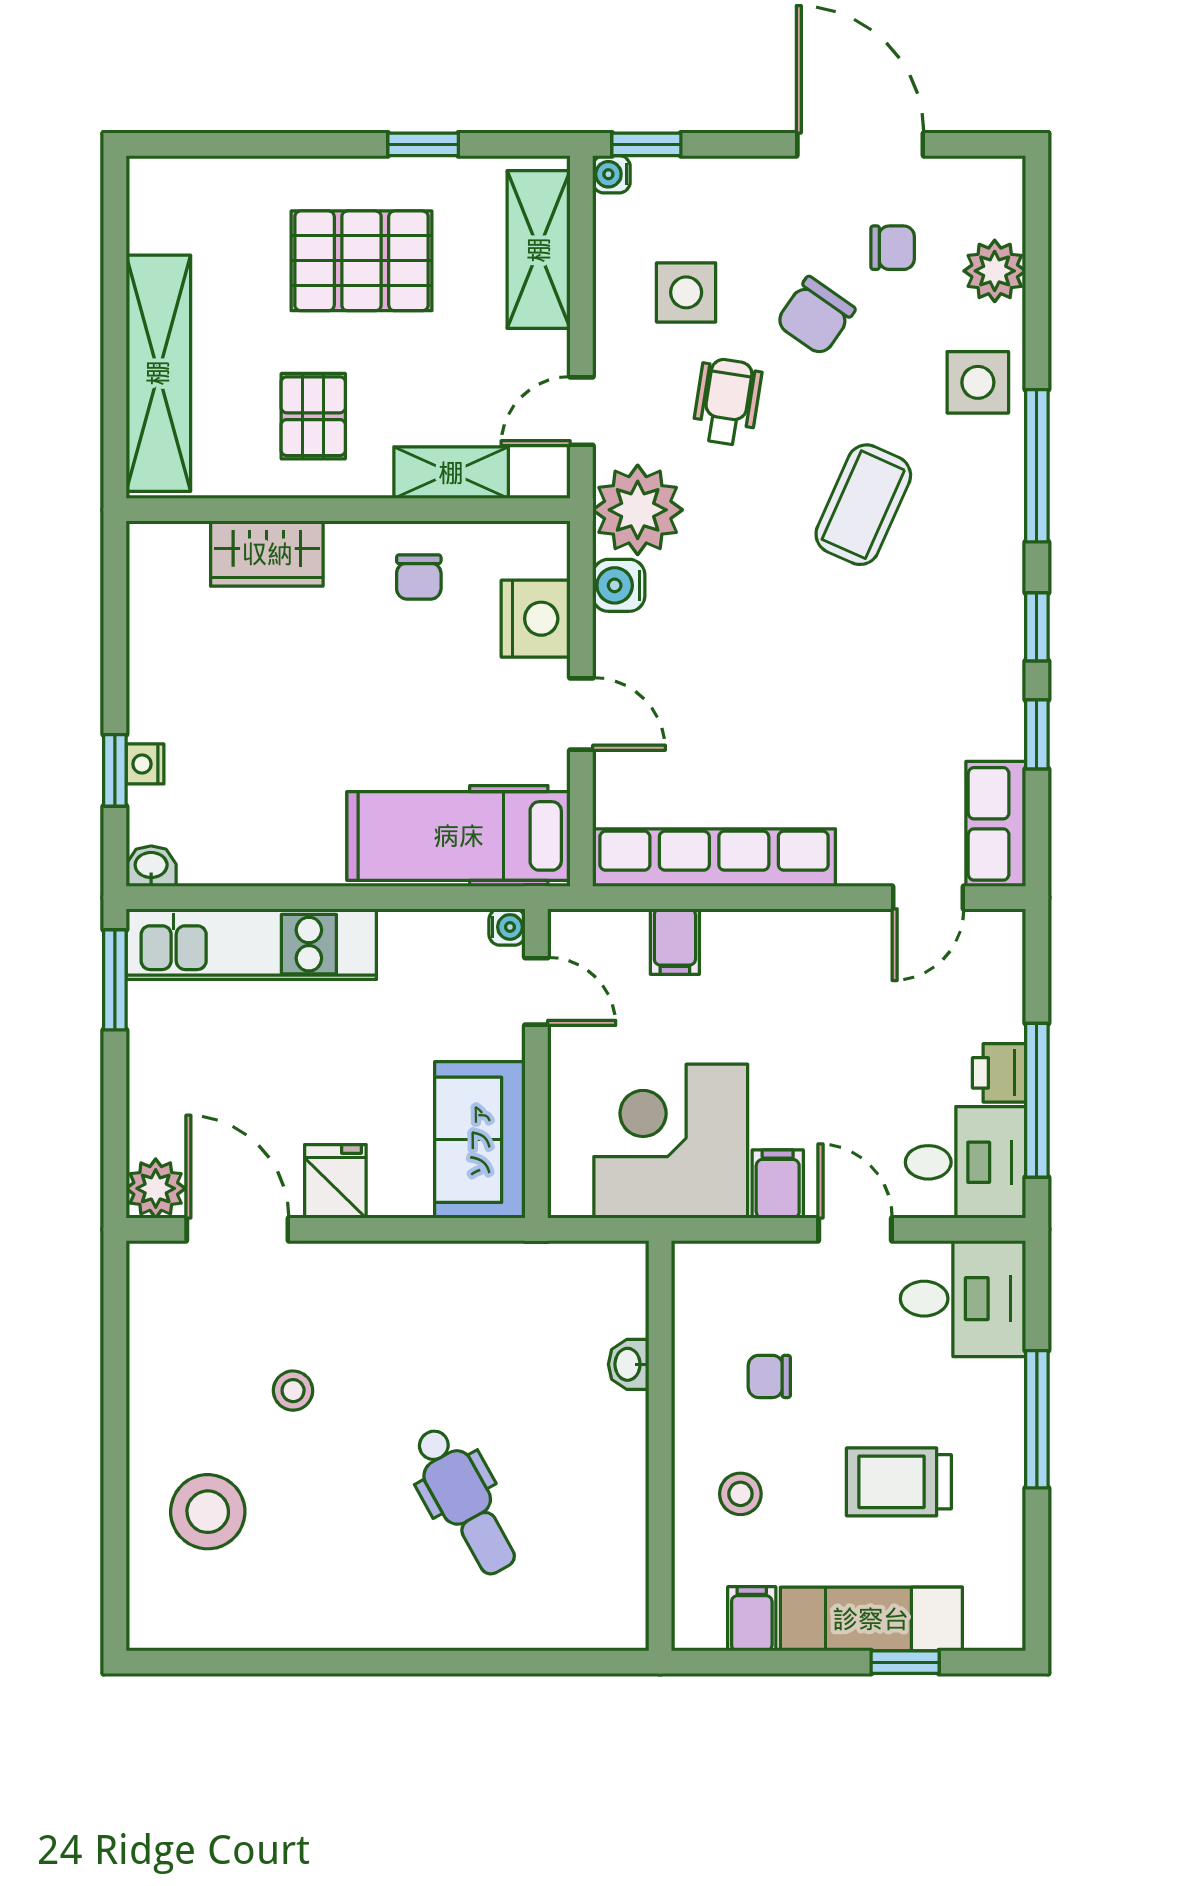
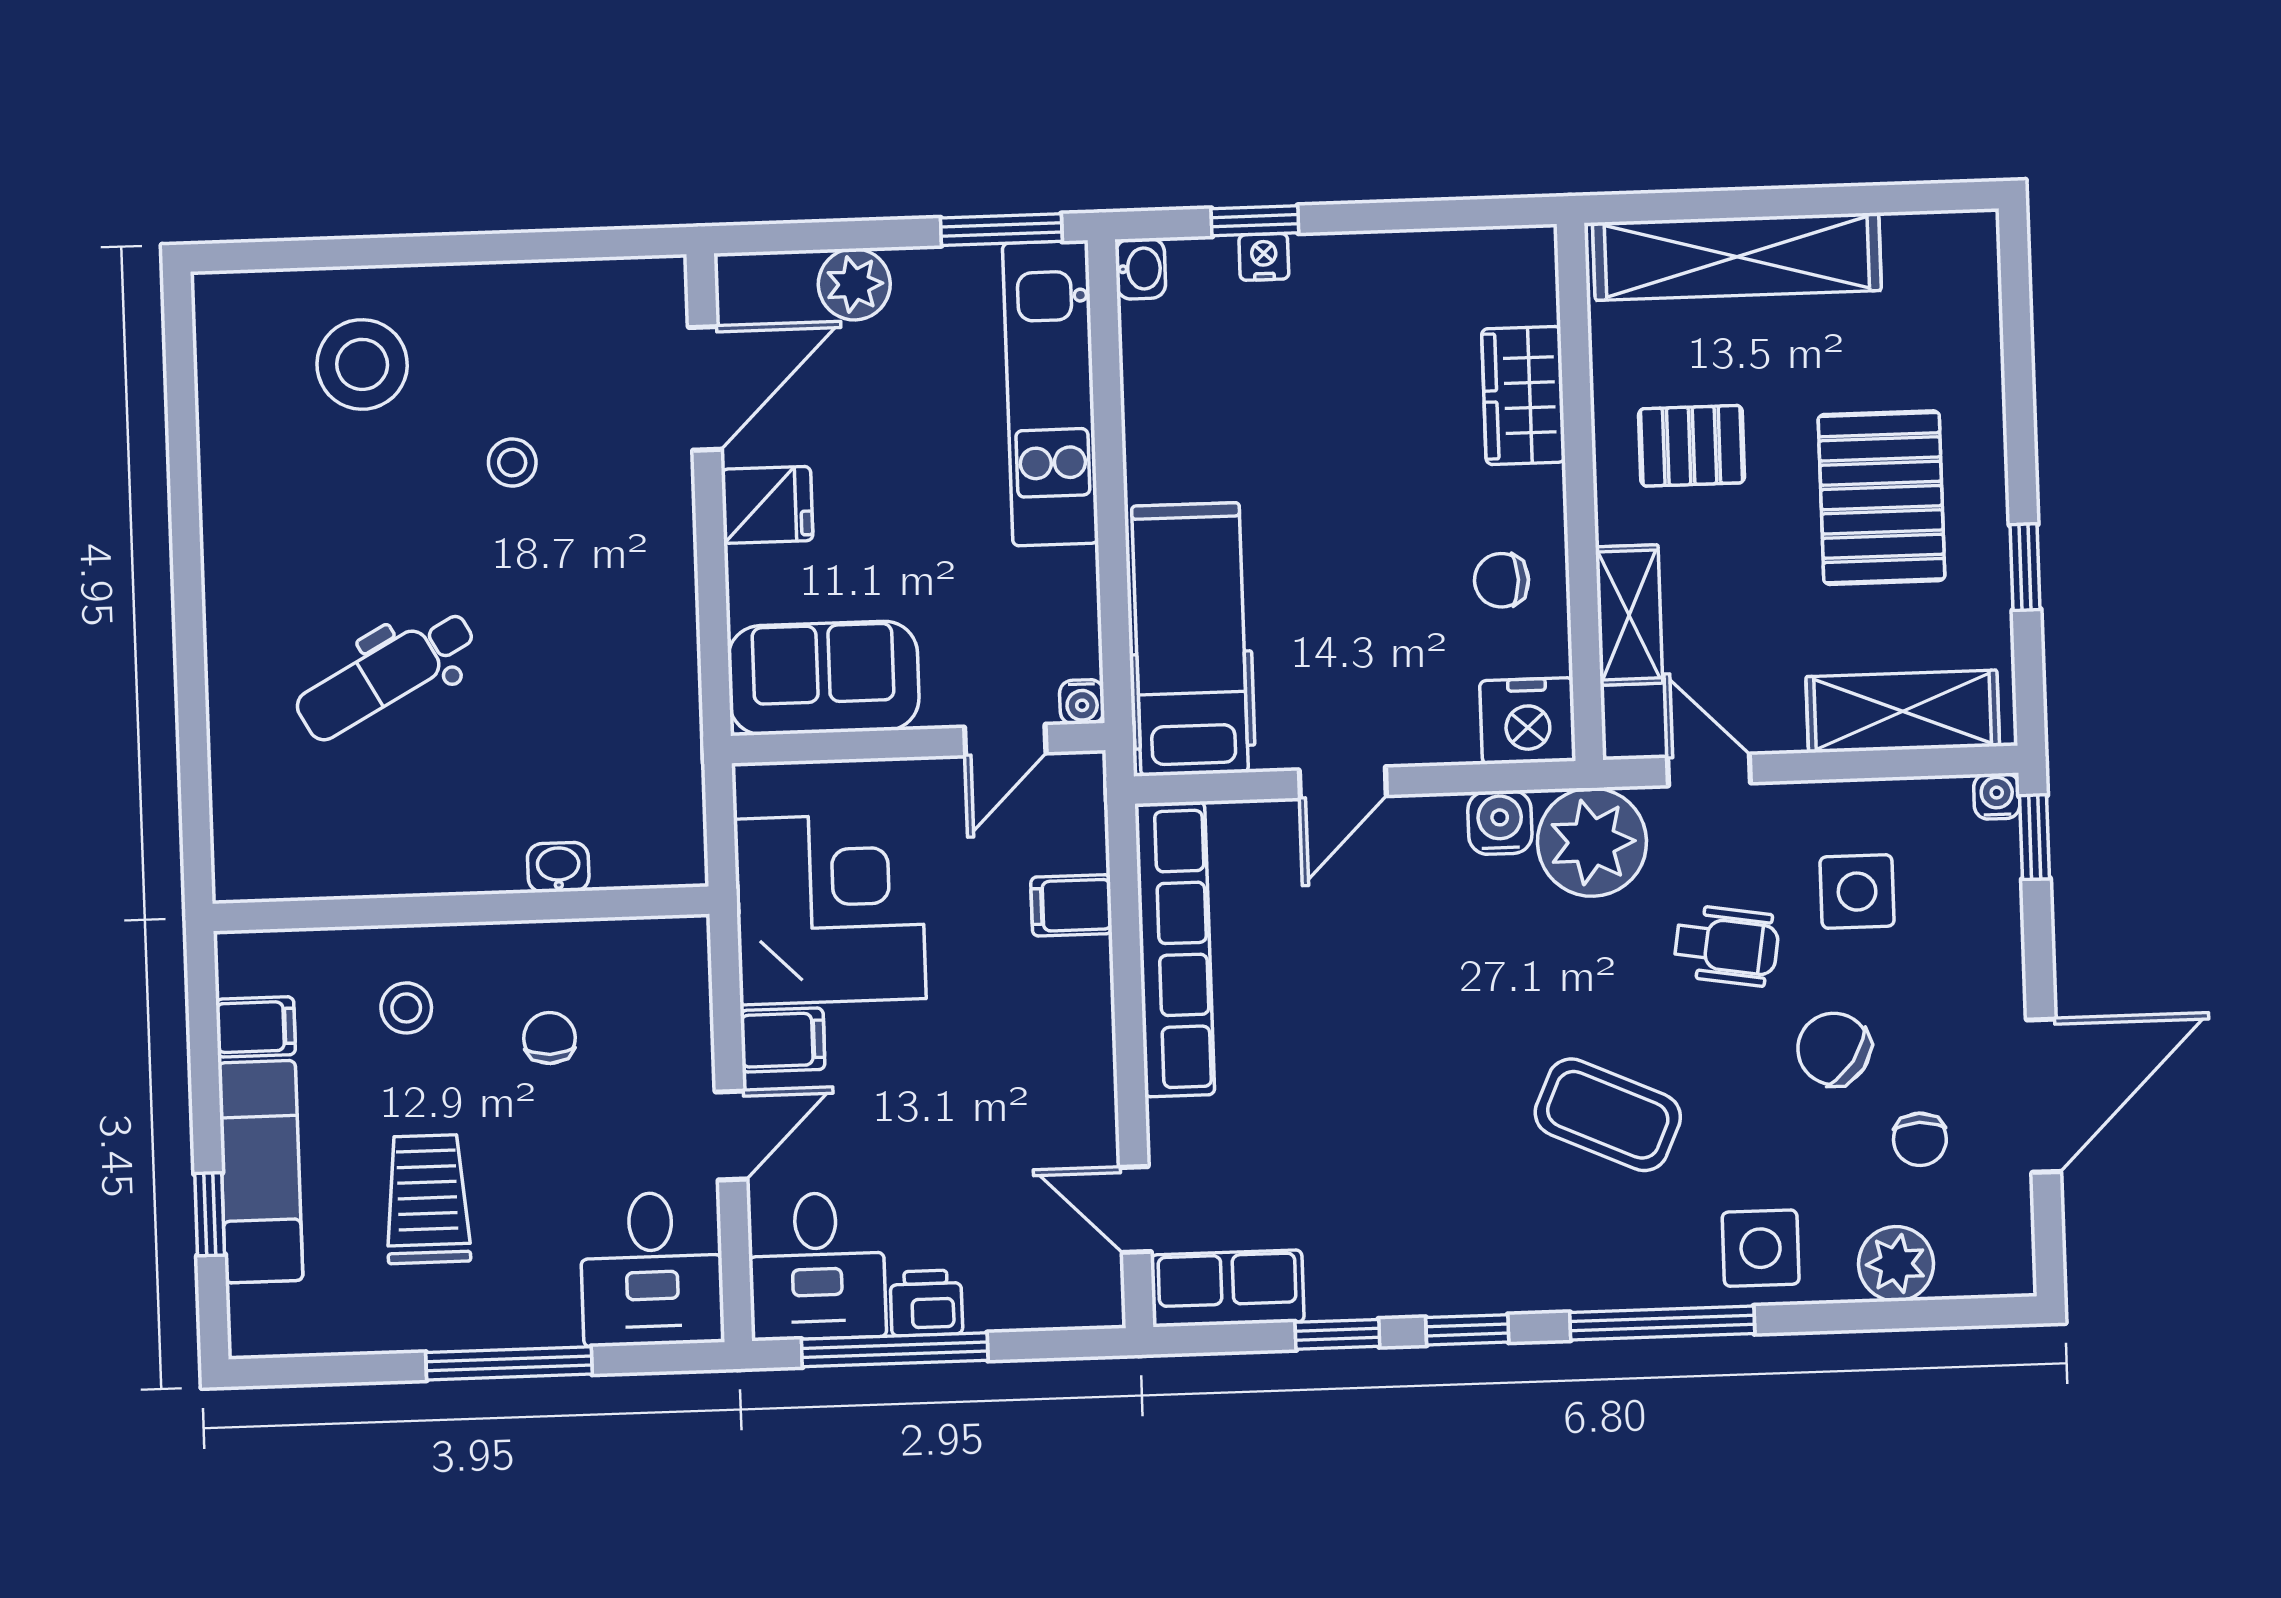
nightstand: (536, 619) -> (1528, 721), moved
plant: (156, 1188) -> (854, 284), moved

